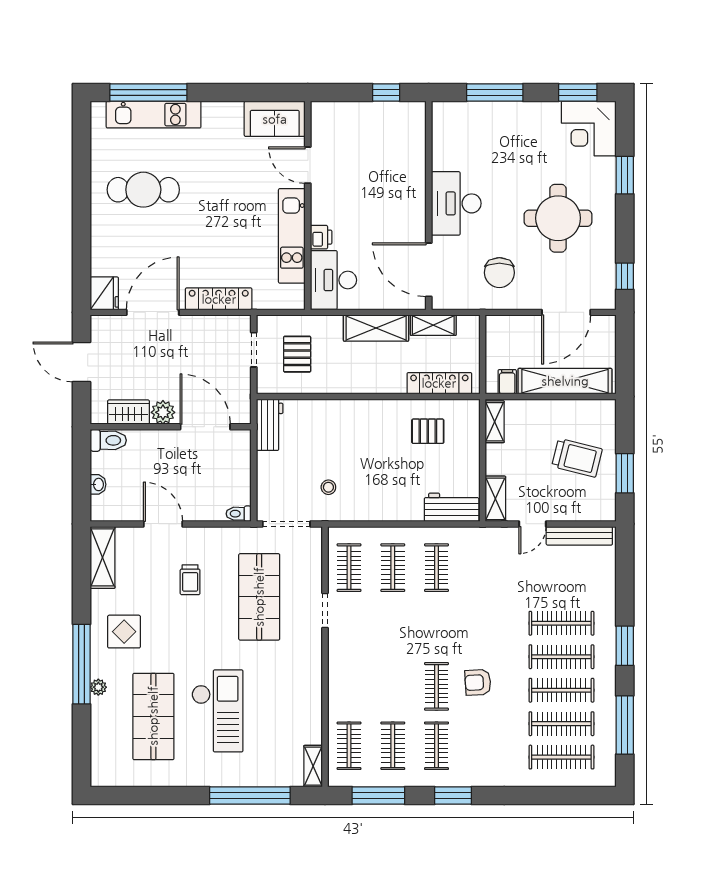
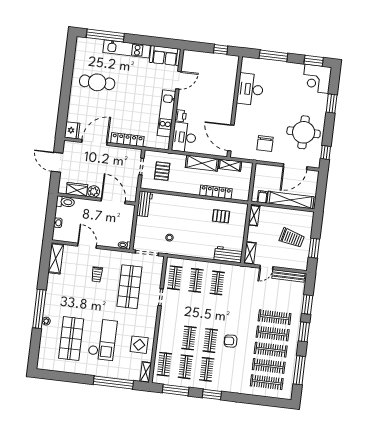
kitchen unit: (154, 115) -> (127, 49), moved
door: (308, 165) -> (178, 80), swing flipped
desk: (456, 203) -> (250, 89), moved
round table: (558, 218) -> (304, 132), moved
locker: (439, 383) -> (216, 192), moved
window: (625, 589) -> (307, 305), added
display table: (124, 632) -> (139, 345), moved
clothes rail: (393, 686) -> (189, 338), added

